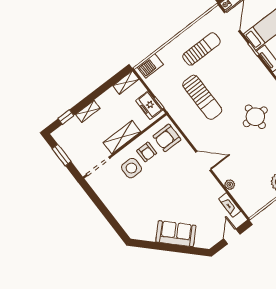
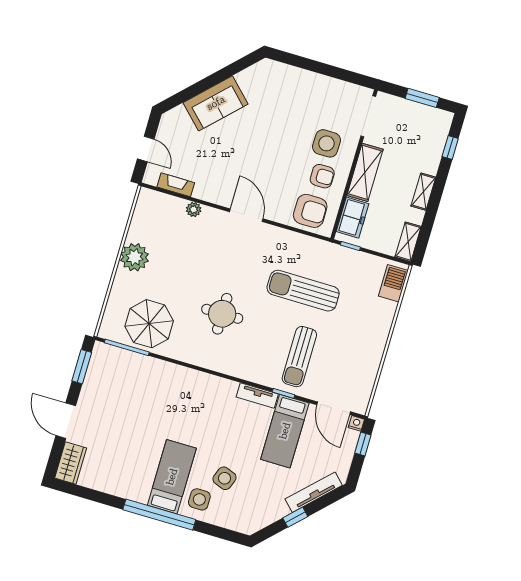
sun lounger: (201, 49) -> (299, 357), moved
freezer: (149, 105) -> (353, 218), moved, turned 90
shelving: (88, 111) -> (423, 192), moved
armchair: (167, 138) -> (310, 211), turned 90
armchair: (147, 152) -> (322, 176), turned 180
door: (203, 161) -> (246, 215), swing flipped

